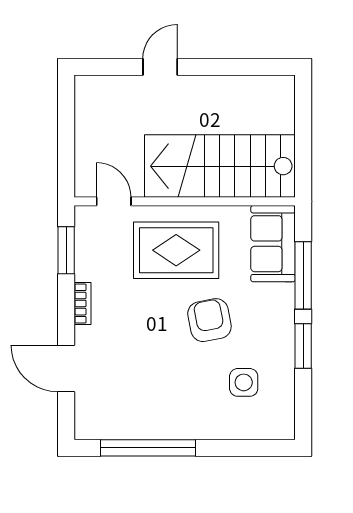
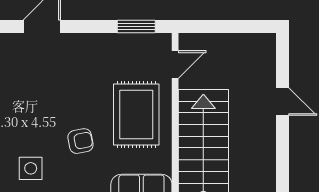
bookcase: (82, 304) -> (94, 40), removed
armchair: (209, 320) -> (80, 141), width x0.72, depth x0.72

